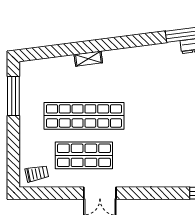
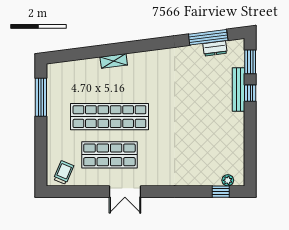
trolley: (37, 173) -> (64, 173), turned -55

